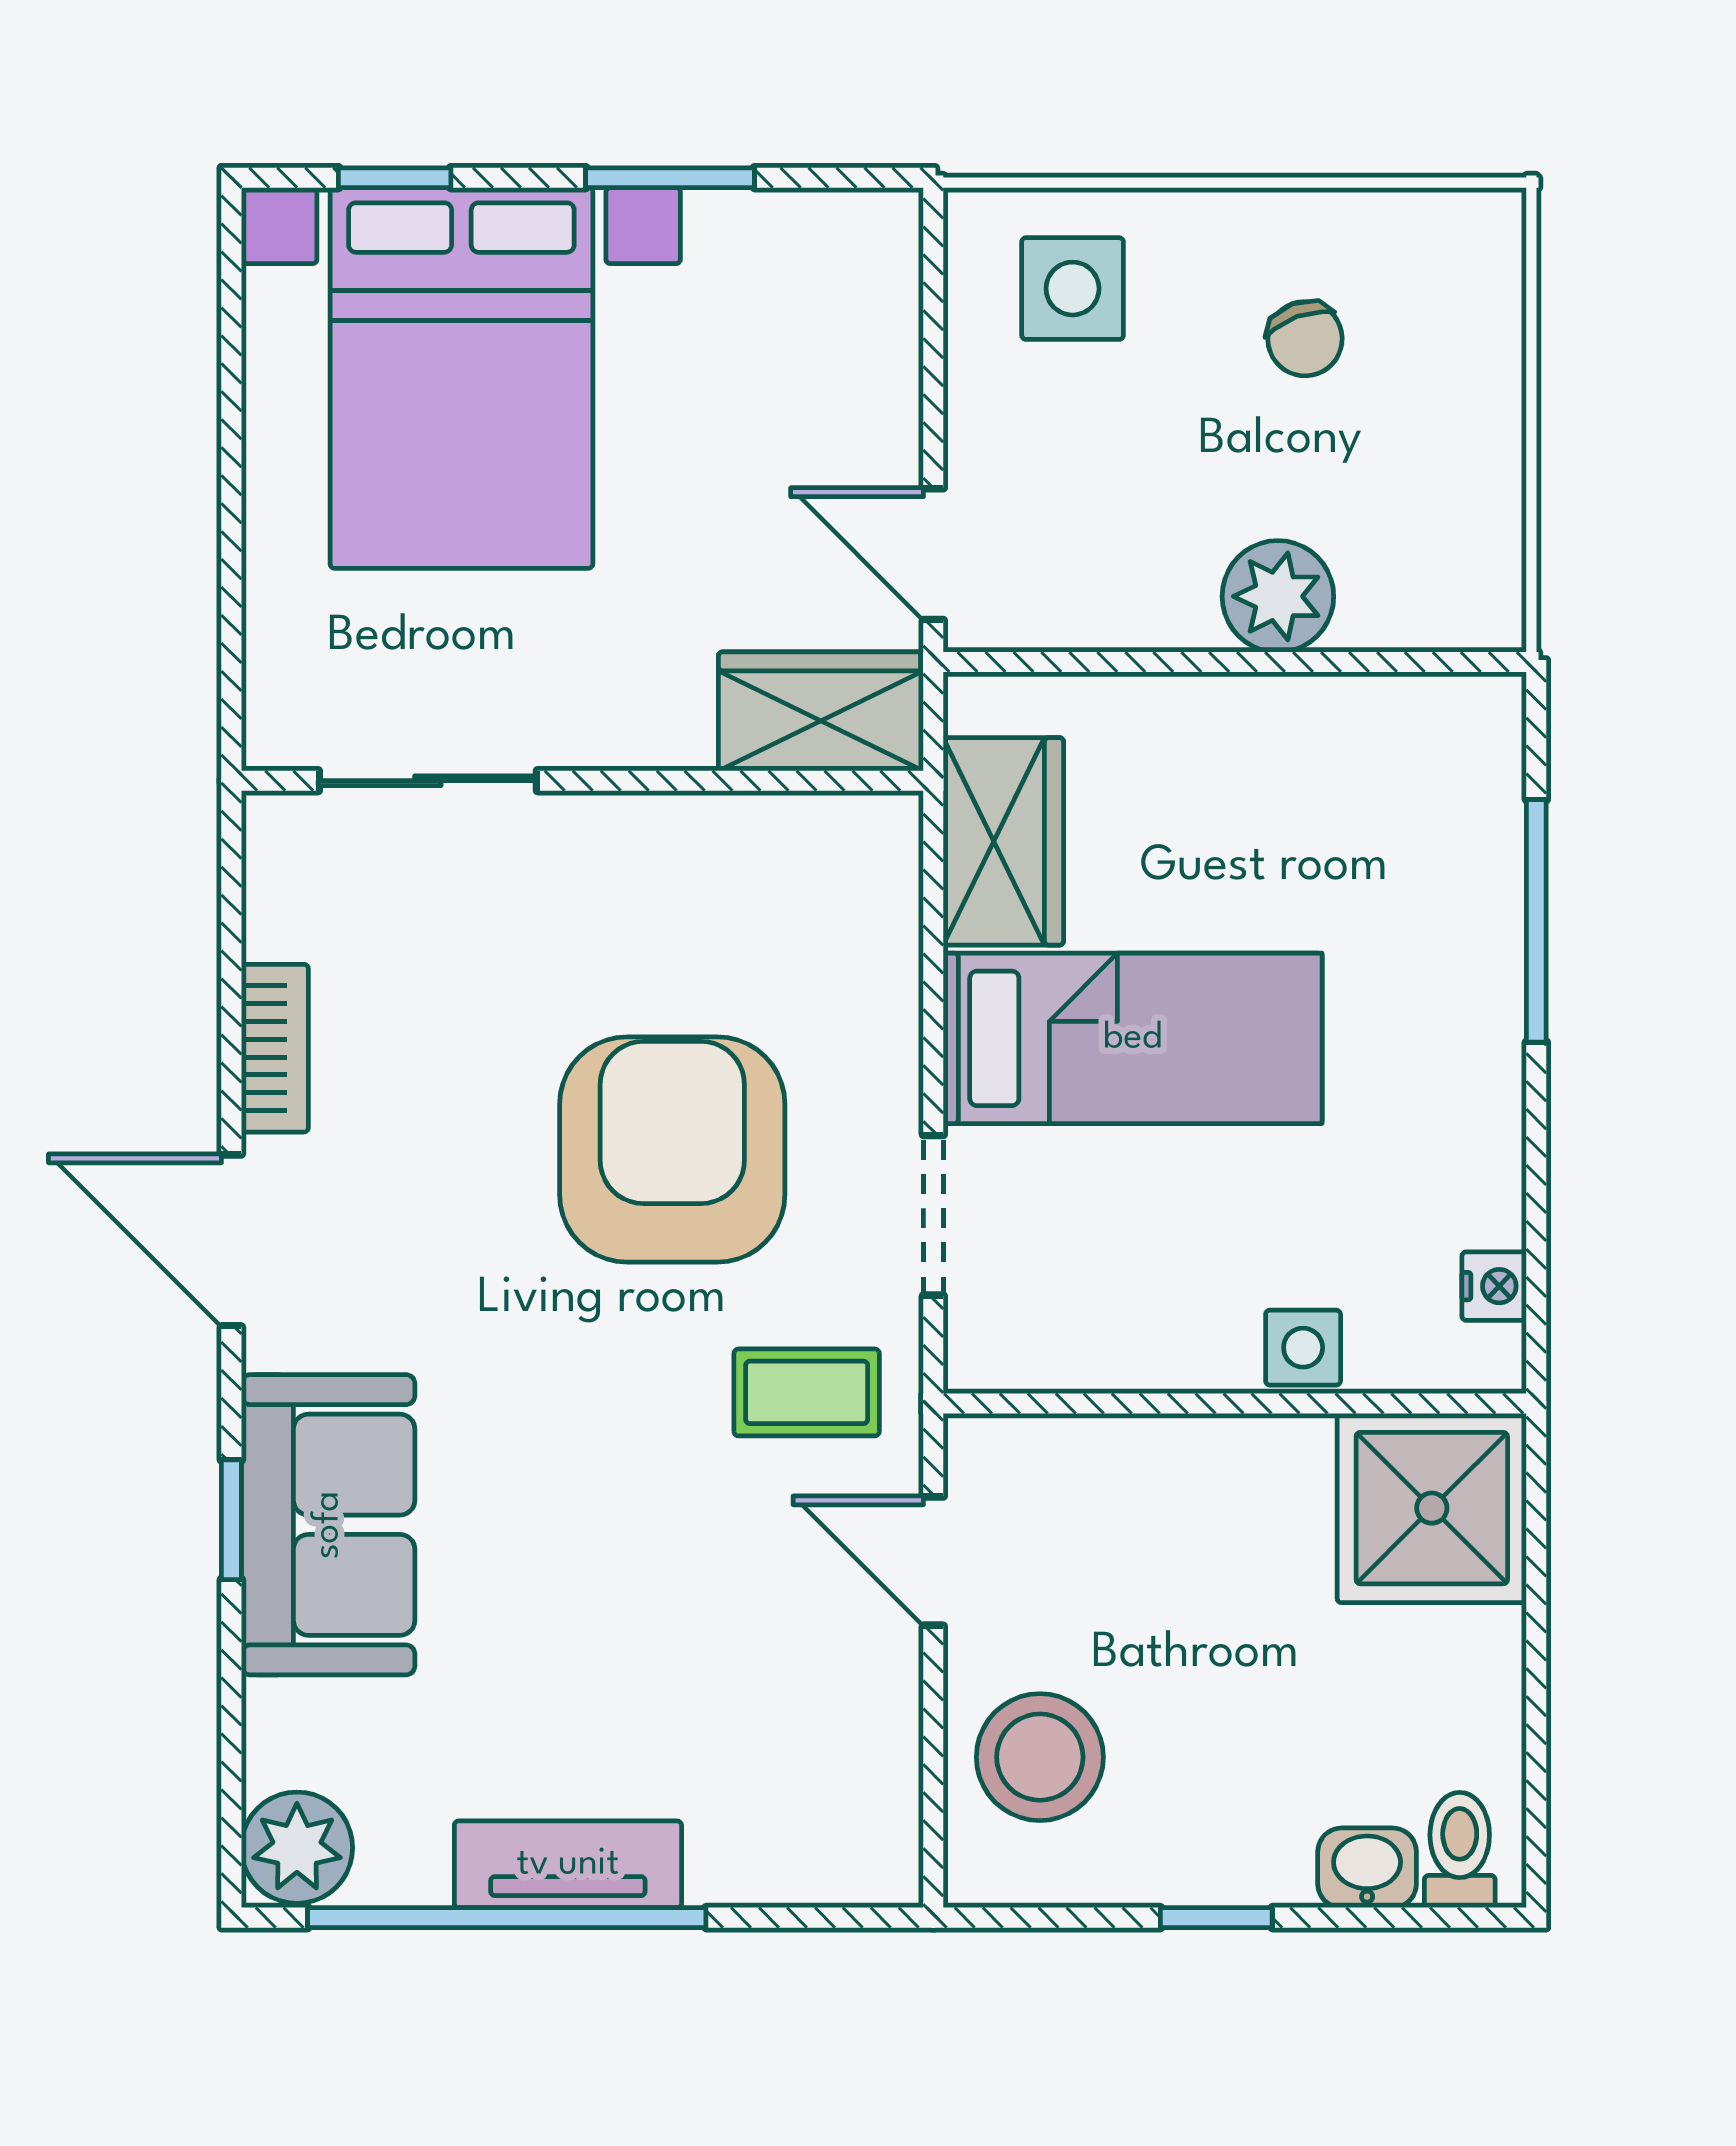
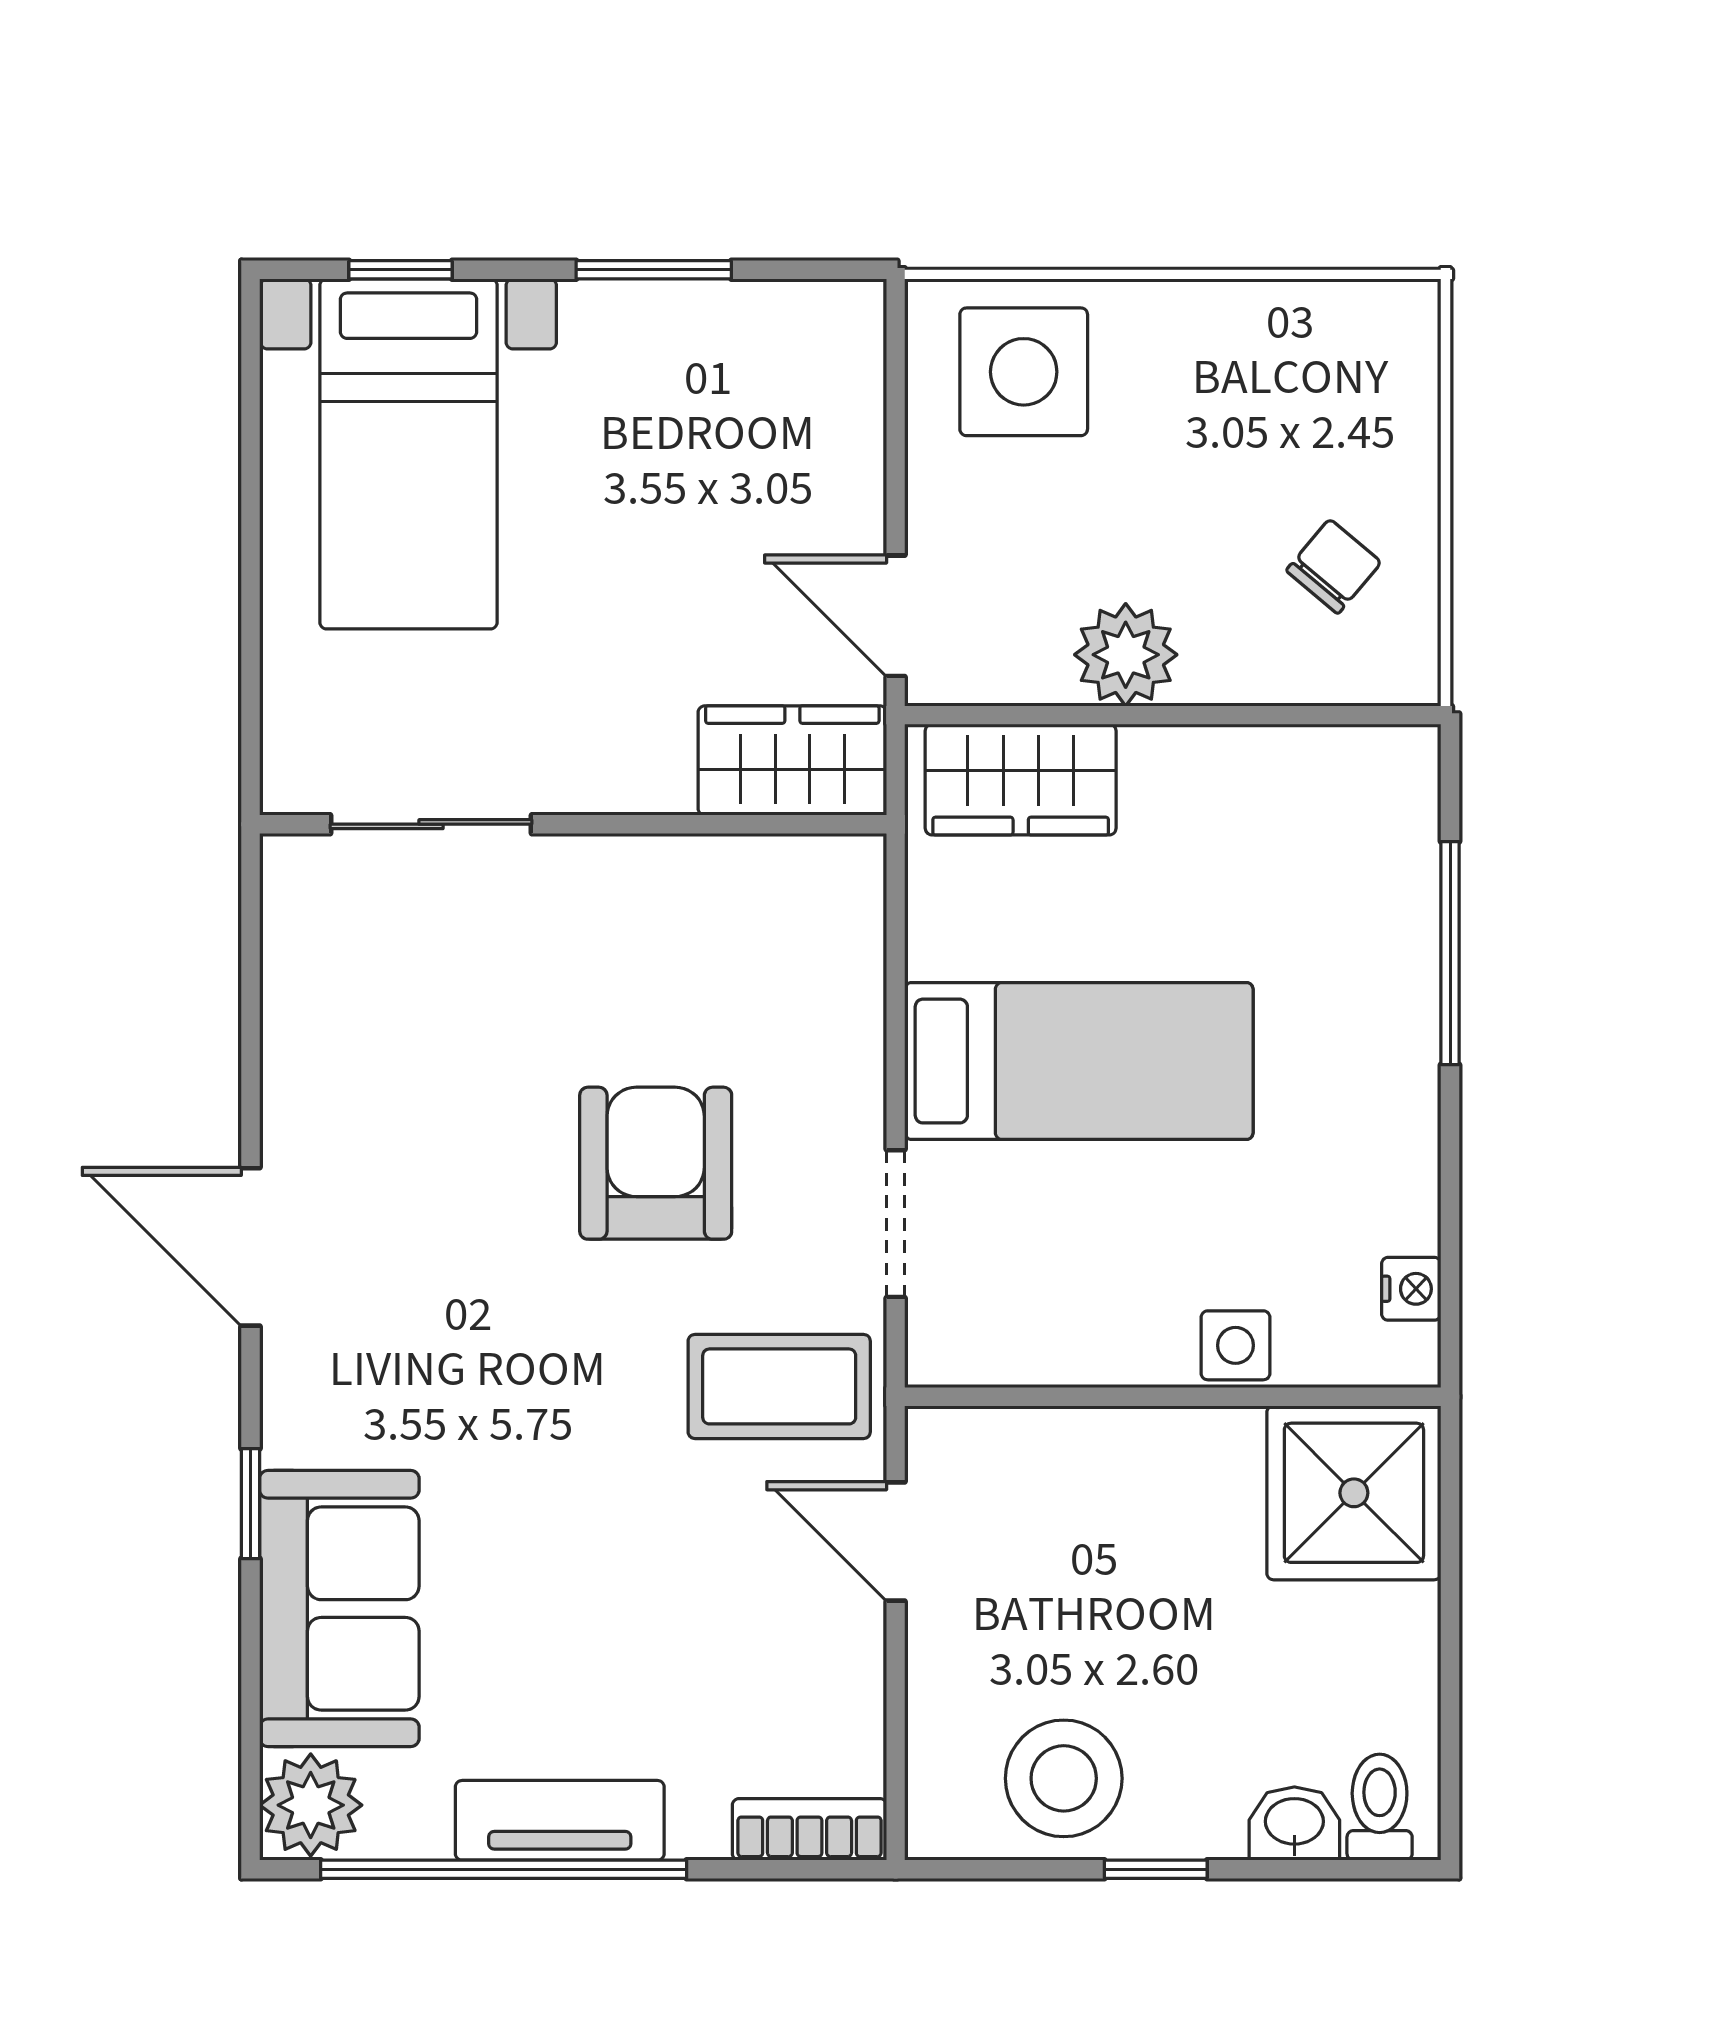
side table: (1073, 289) -> (1024, 372), width x1.37, depth x1.37
chair: (1305, 339) -> (1334, 566), moved, turned -120
bed with nightstands: (461, 378) -> (409, 454), width x0.73
plant: (1278, 596) -> (1126, 655), moved
wardrobe: (1003, 841) -> (1021, 780), moved, turned 90
bookcase: (275, 1048) -> (809, 1829), moved, turned -90
armchair: (672, 1150) -> (656, 1163), width x0.73, depth x0.73
coffee table: (807, 1392) -> (779, 1386), width x1.36, depth x1.30
sofa: (328, 1525) -> (339, 1609), moved
stool: (1040, 1757) -> (1064, 1778), moved

